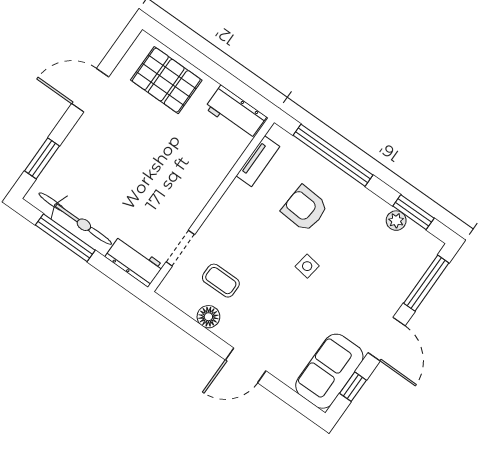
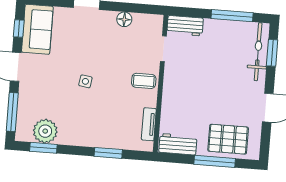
window: (201, 62) -> (215, 161), added
window: (333, 155) -> (108, 153), width x0.47
armchair: (305, 209) -> (106, 113), removed
bicycle: (75, 219) -> (258, 52), moved, turned 90
plant: (396, 221) -> (45, 131), width x1.87, depth x1.87
coffee table: (221, 281) -> (144, 81), moved

